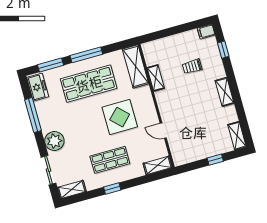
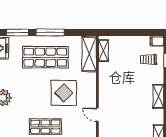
trolley: (192, 66) -> (148, 59), moved
shelving: (156, 78) -> (103, 51), moved

